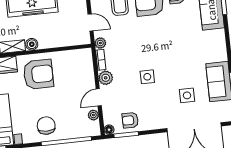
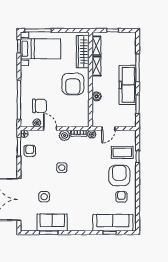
boiler: (32, 44) -> (97, 96), moved
chair: (46, 126) -> (40, 106), moved

